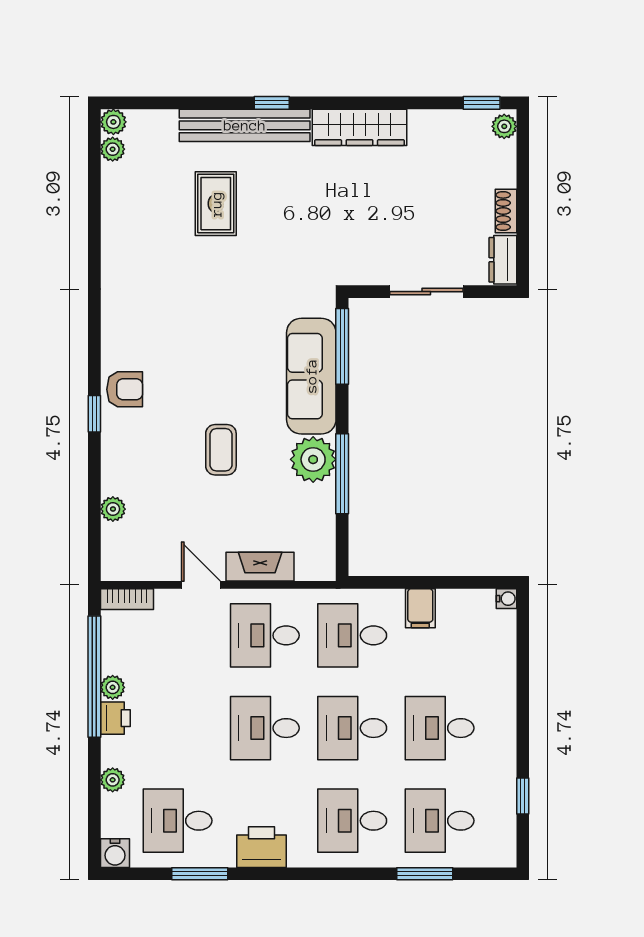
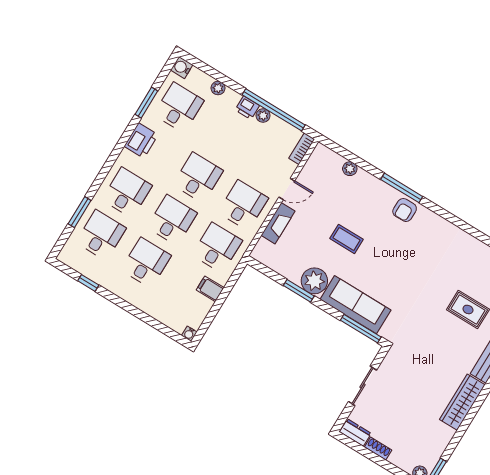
window: (94, 414) -> (402, 188), width x2.17
window: (342, 474) -> (299, 291), width x0.69

